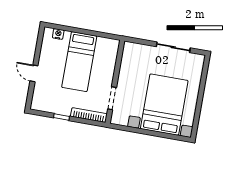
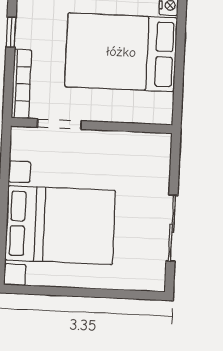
bed: (79, 62) -> (121, 52), width x1.50

